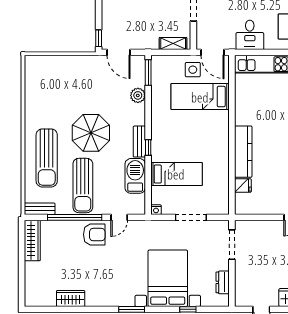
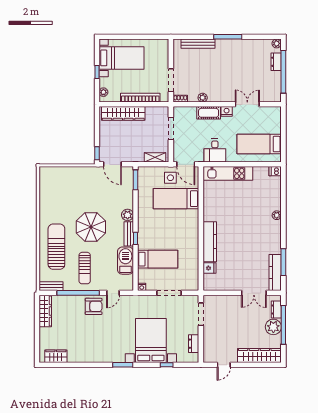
plant: (138, 95) -> (128, 215), moved
sun lounger: (47, 158) -> (56, 247), turned 180
sun lounger: (83, 186) -> (85, 268), width x0.73, depth x0.75
wardrobe: (71, 298) -> (56, 356), moved

